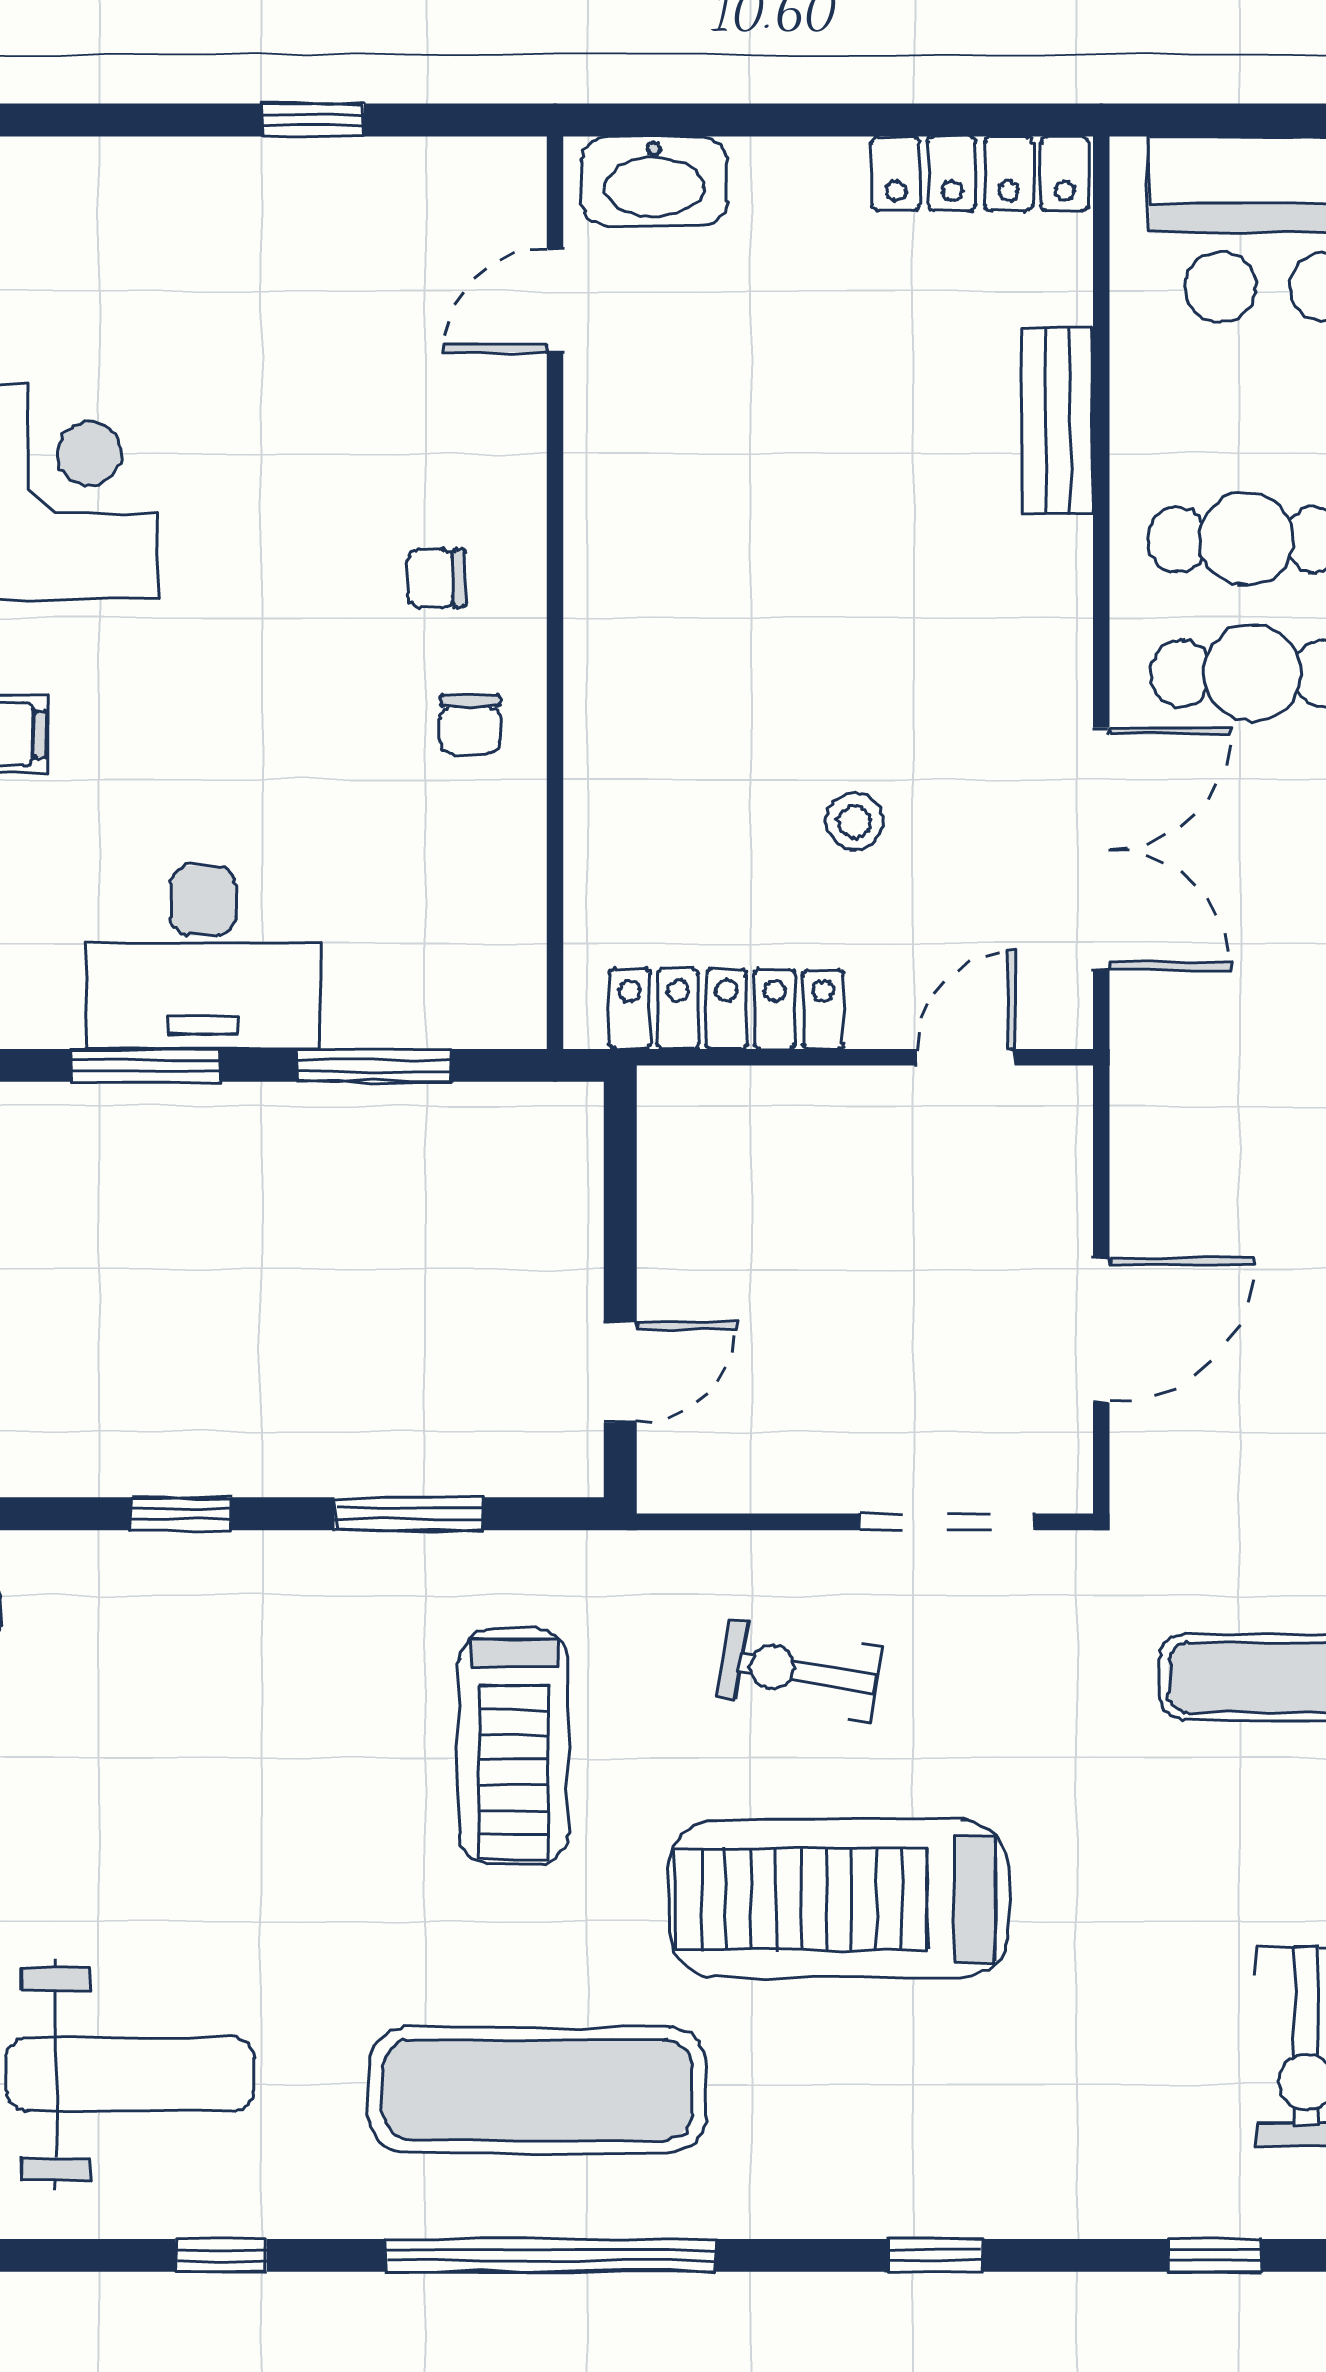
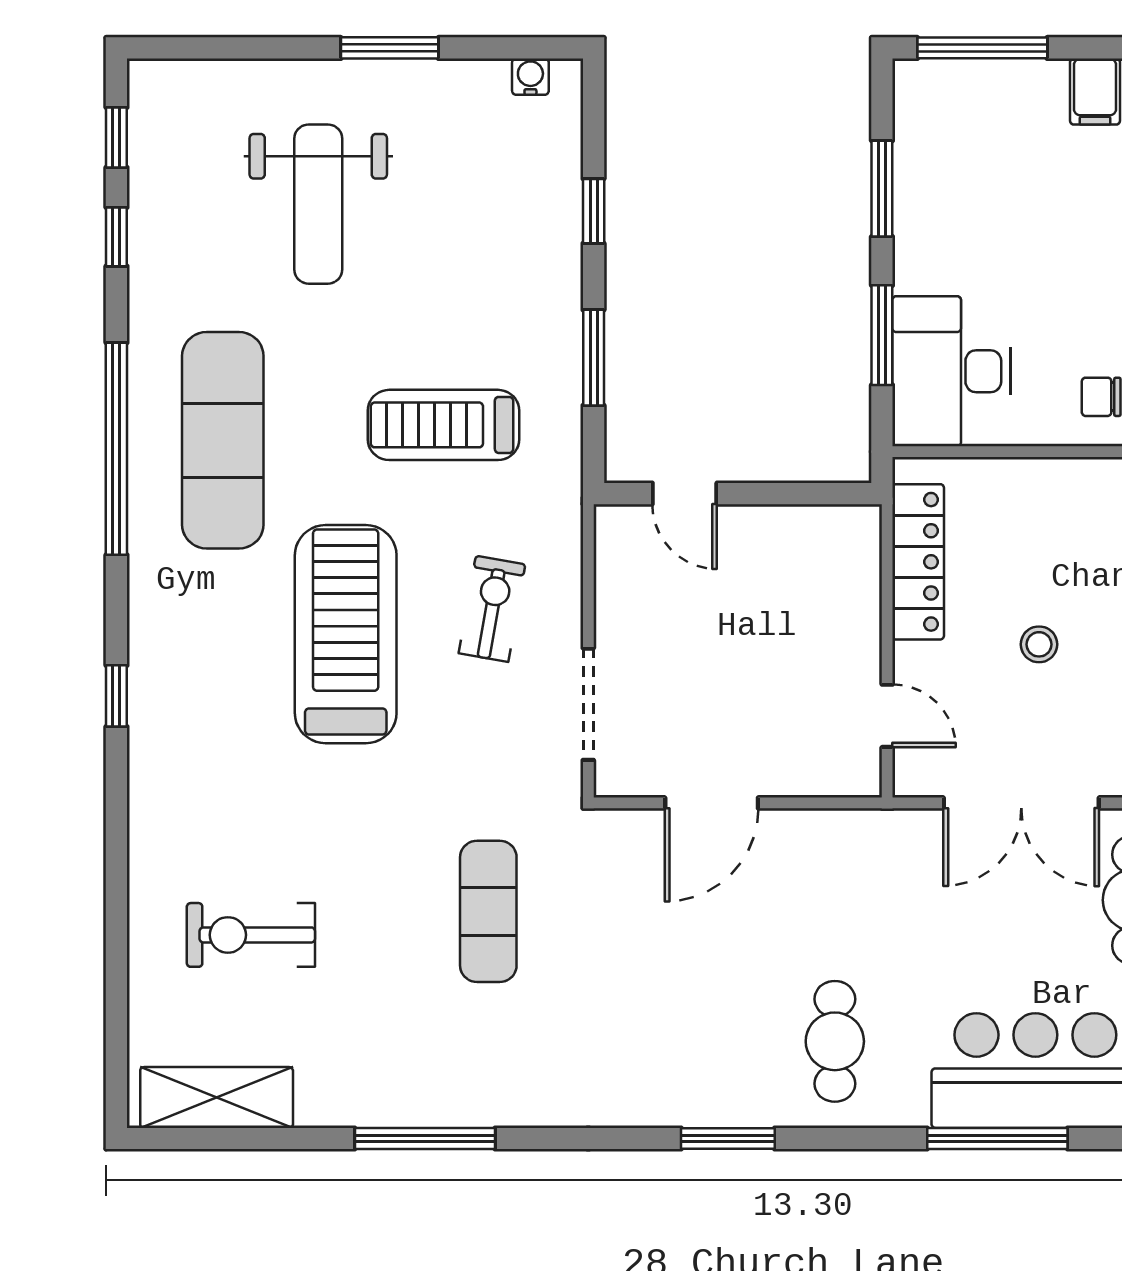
desk: (203, 957) -> (951, 371), moved
door: (1101, 1330) -> (712, 803), hinge flipped
weight bench: (130, 2074) -> (318, 204), moved
window: (1215, 2255) -> (116, 137), moved

